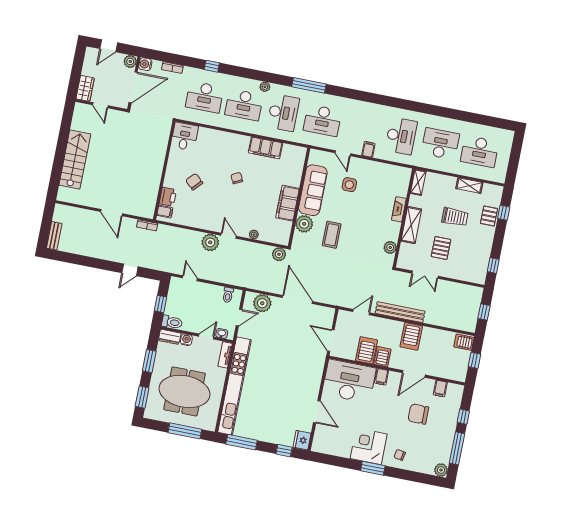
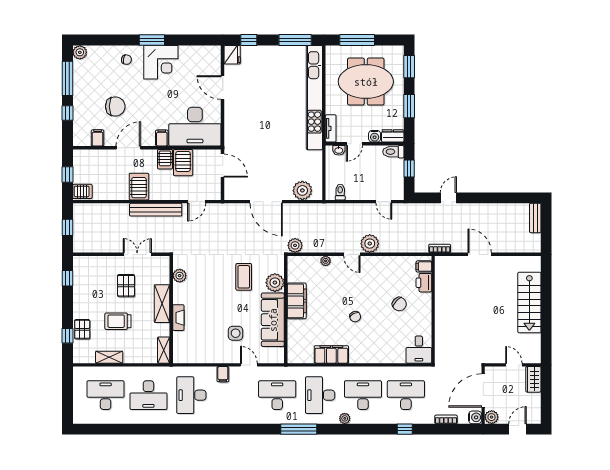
door: (239, 318) -> (324, 171), removed

